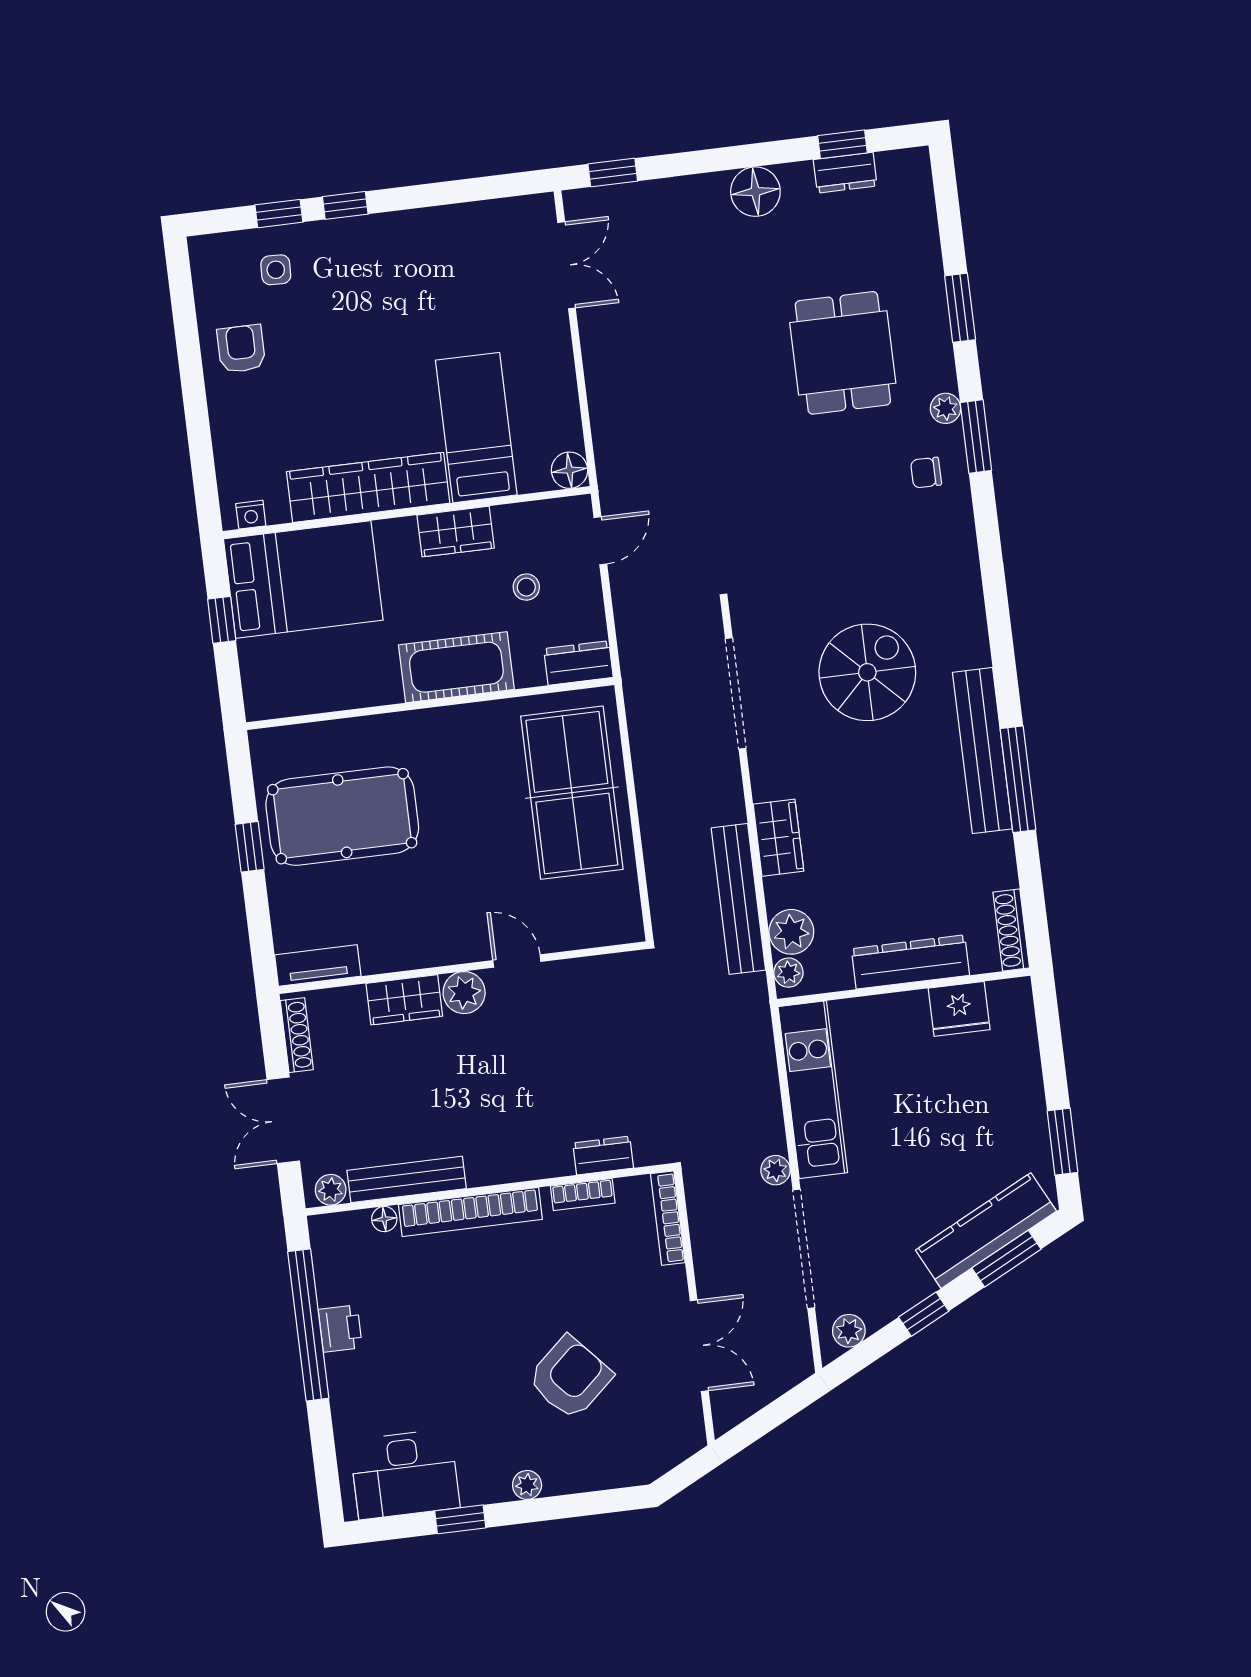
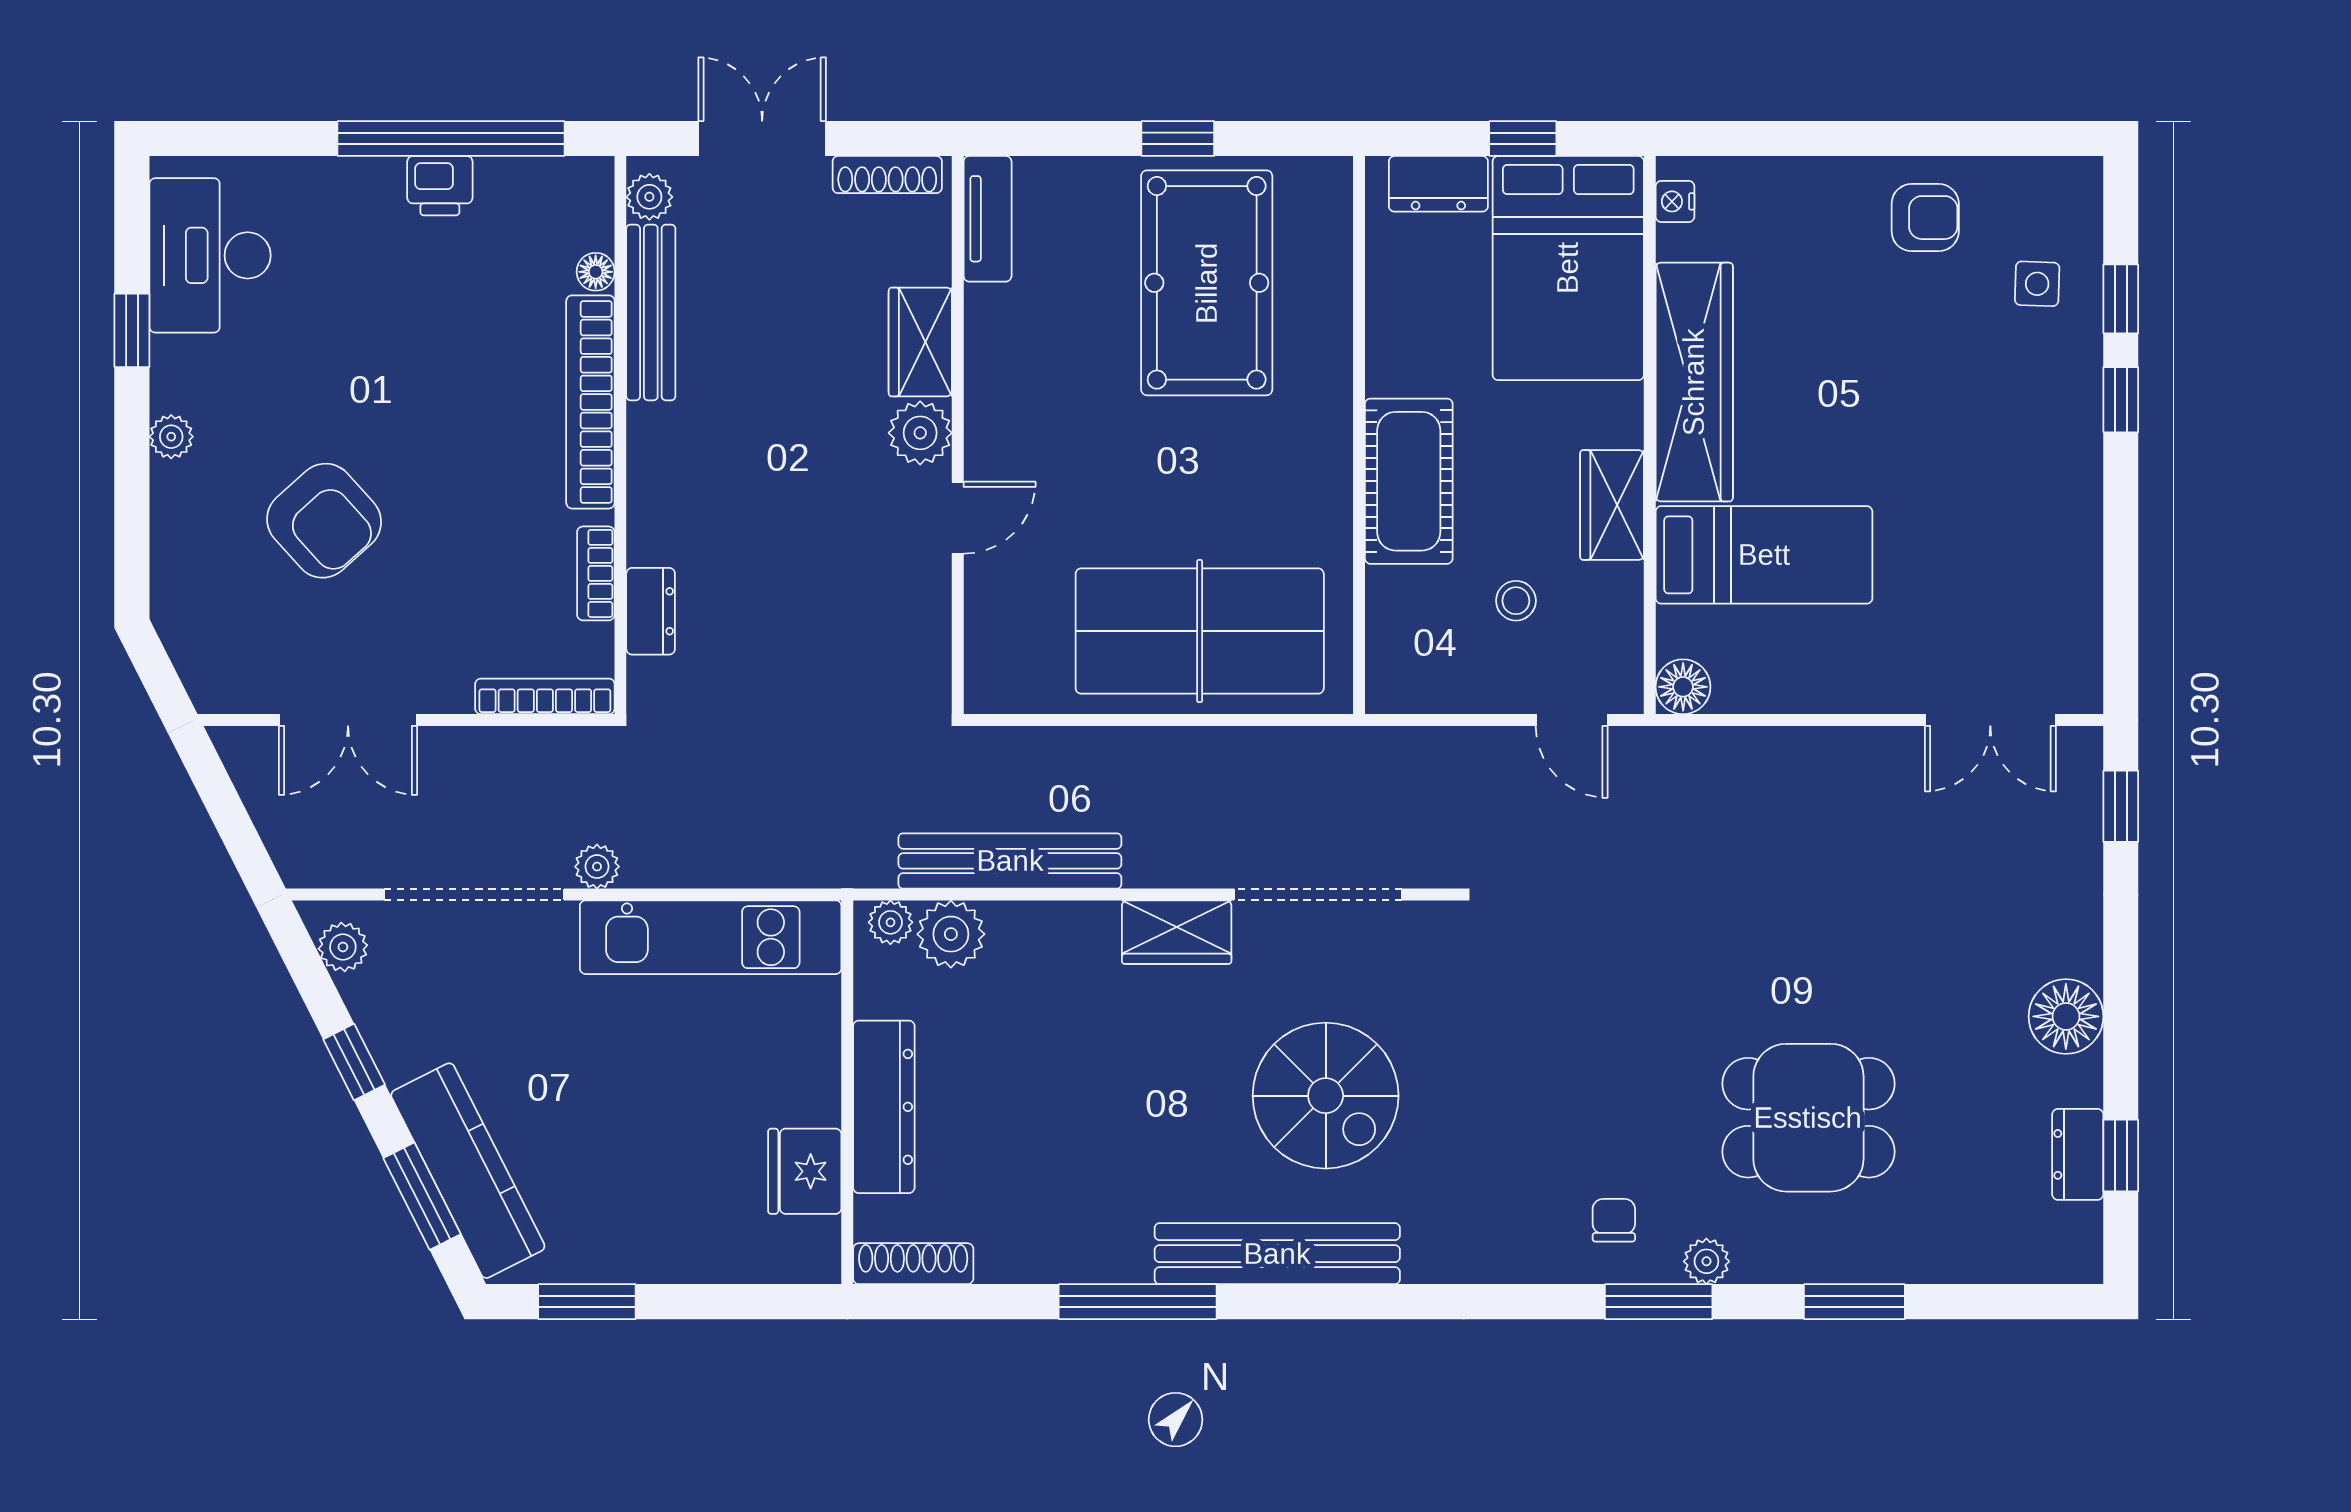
dresser: (578, 663) -> (1438, 184), moved, turned 90
bench: (982, 751) -> (1277, 1254), moved
wardrobe: (778, 838) -> (1177, 932), moved

